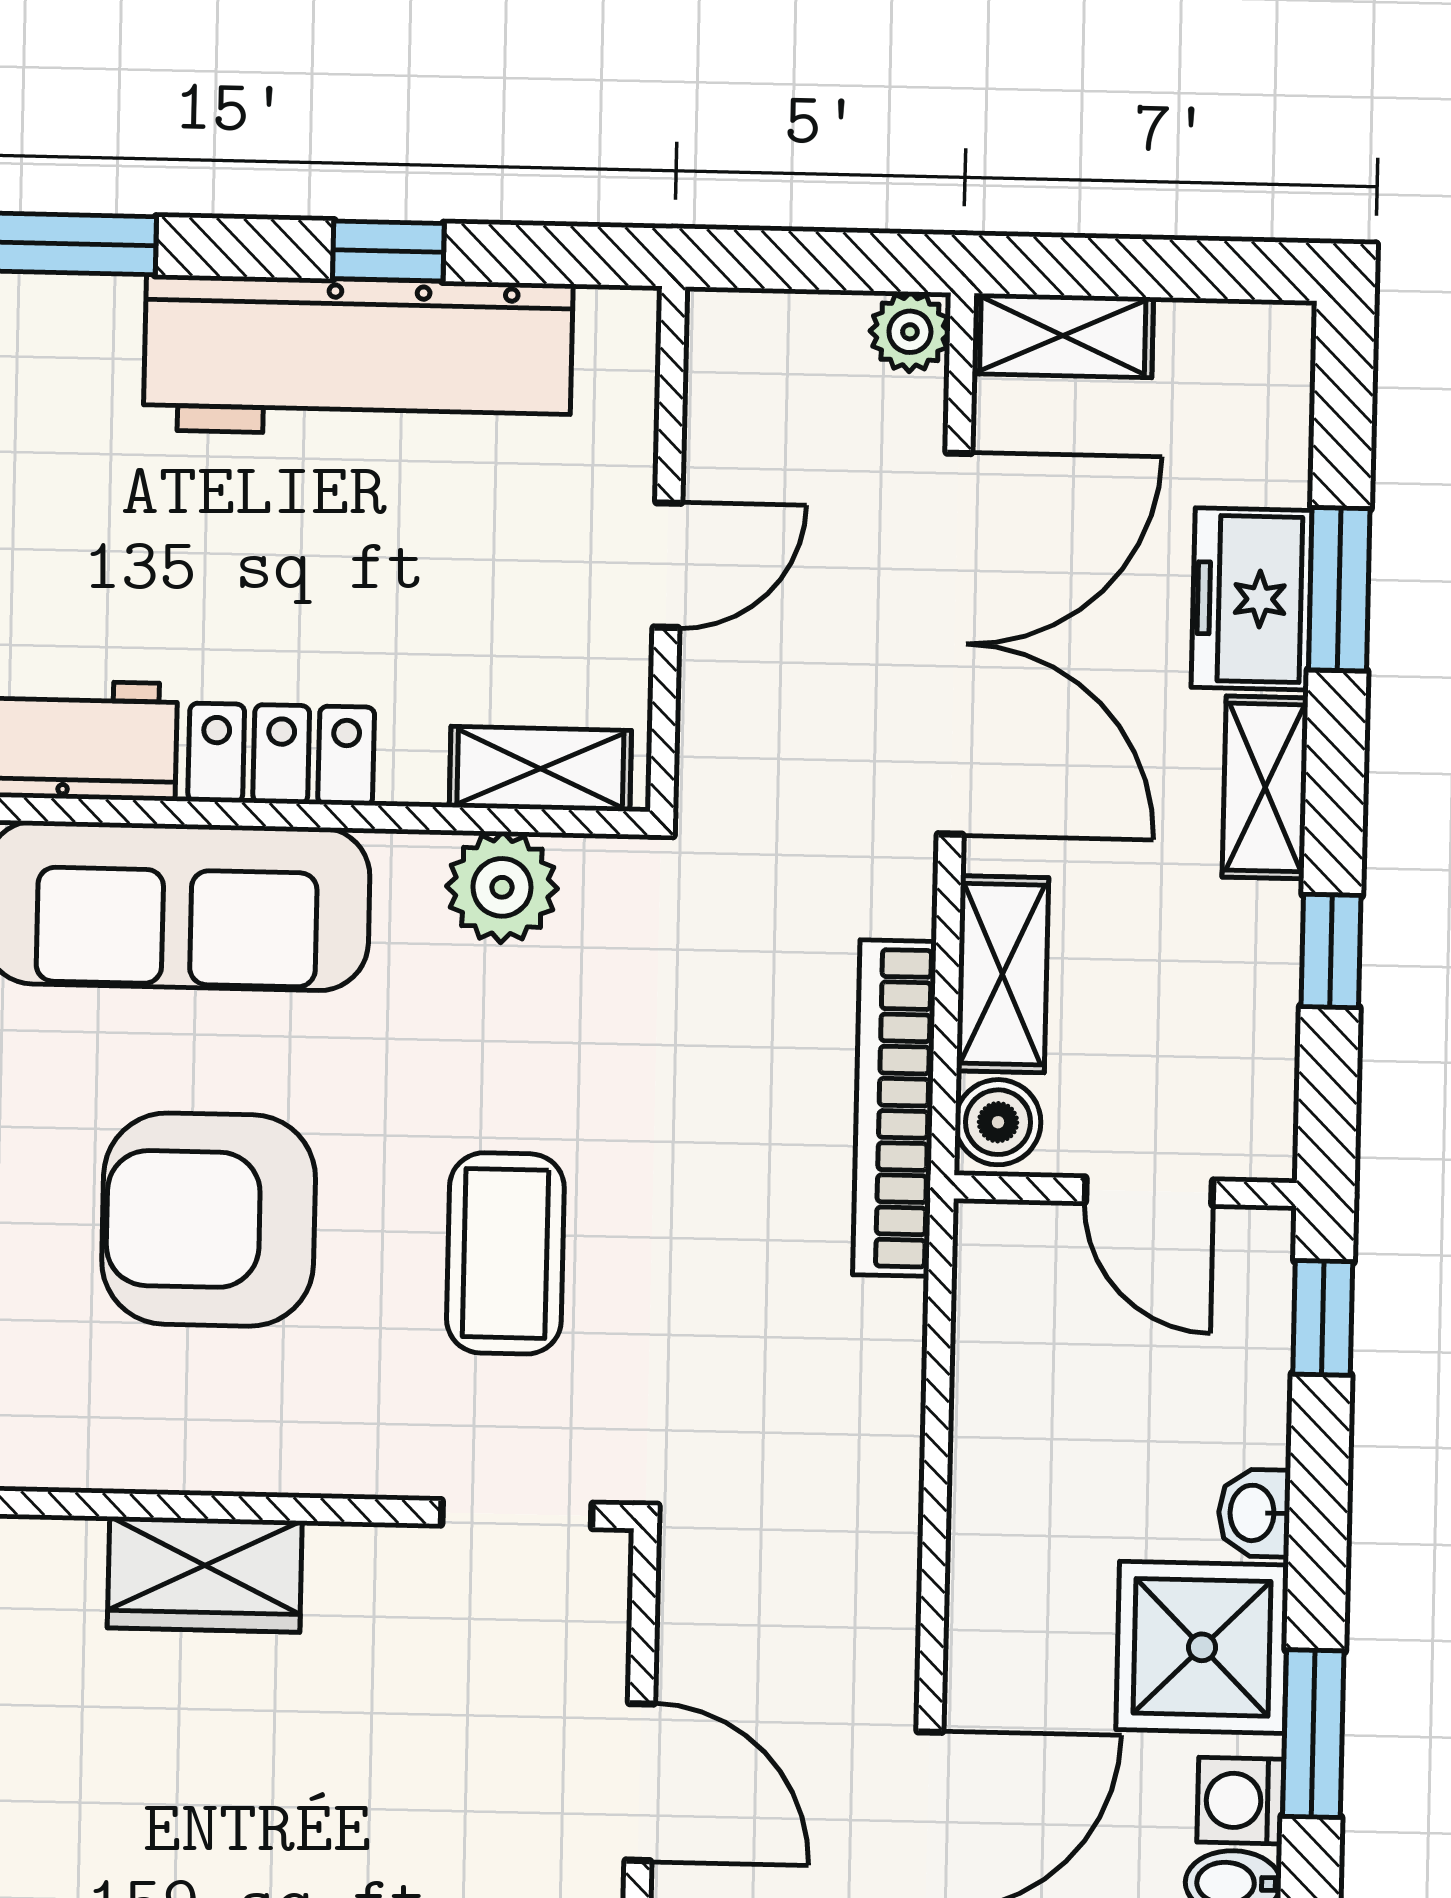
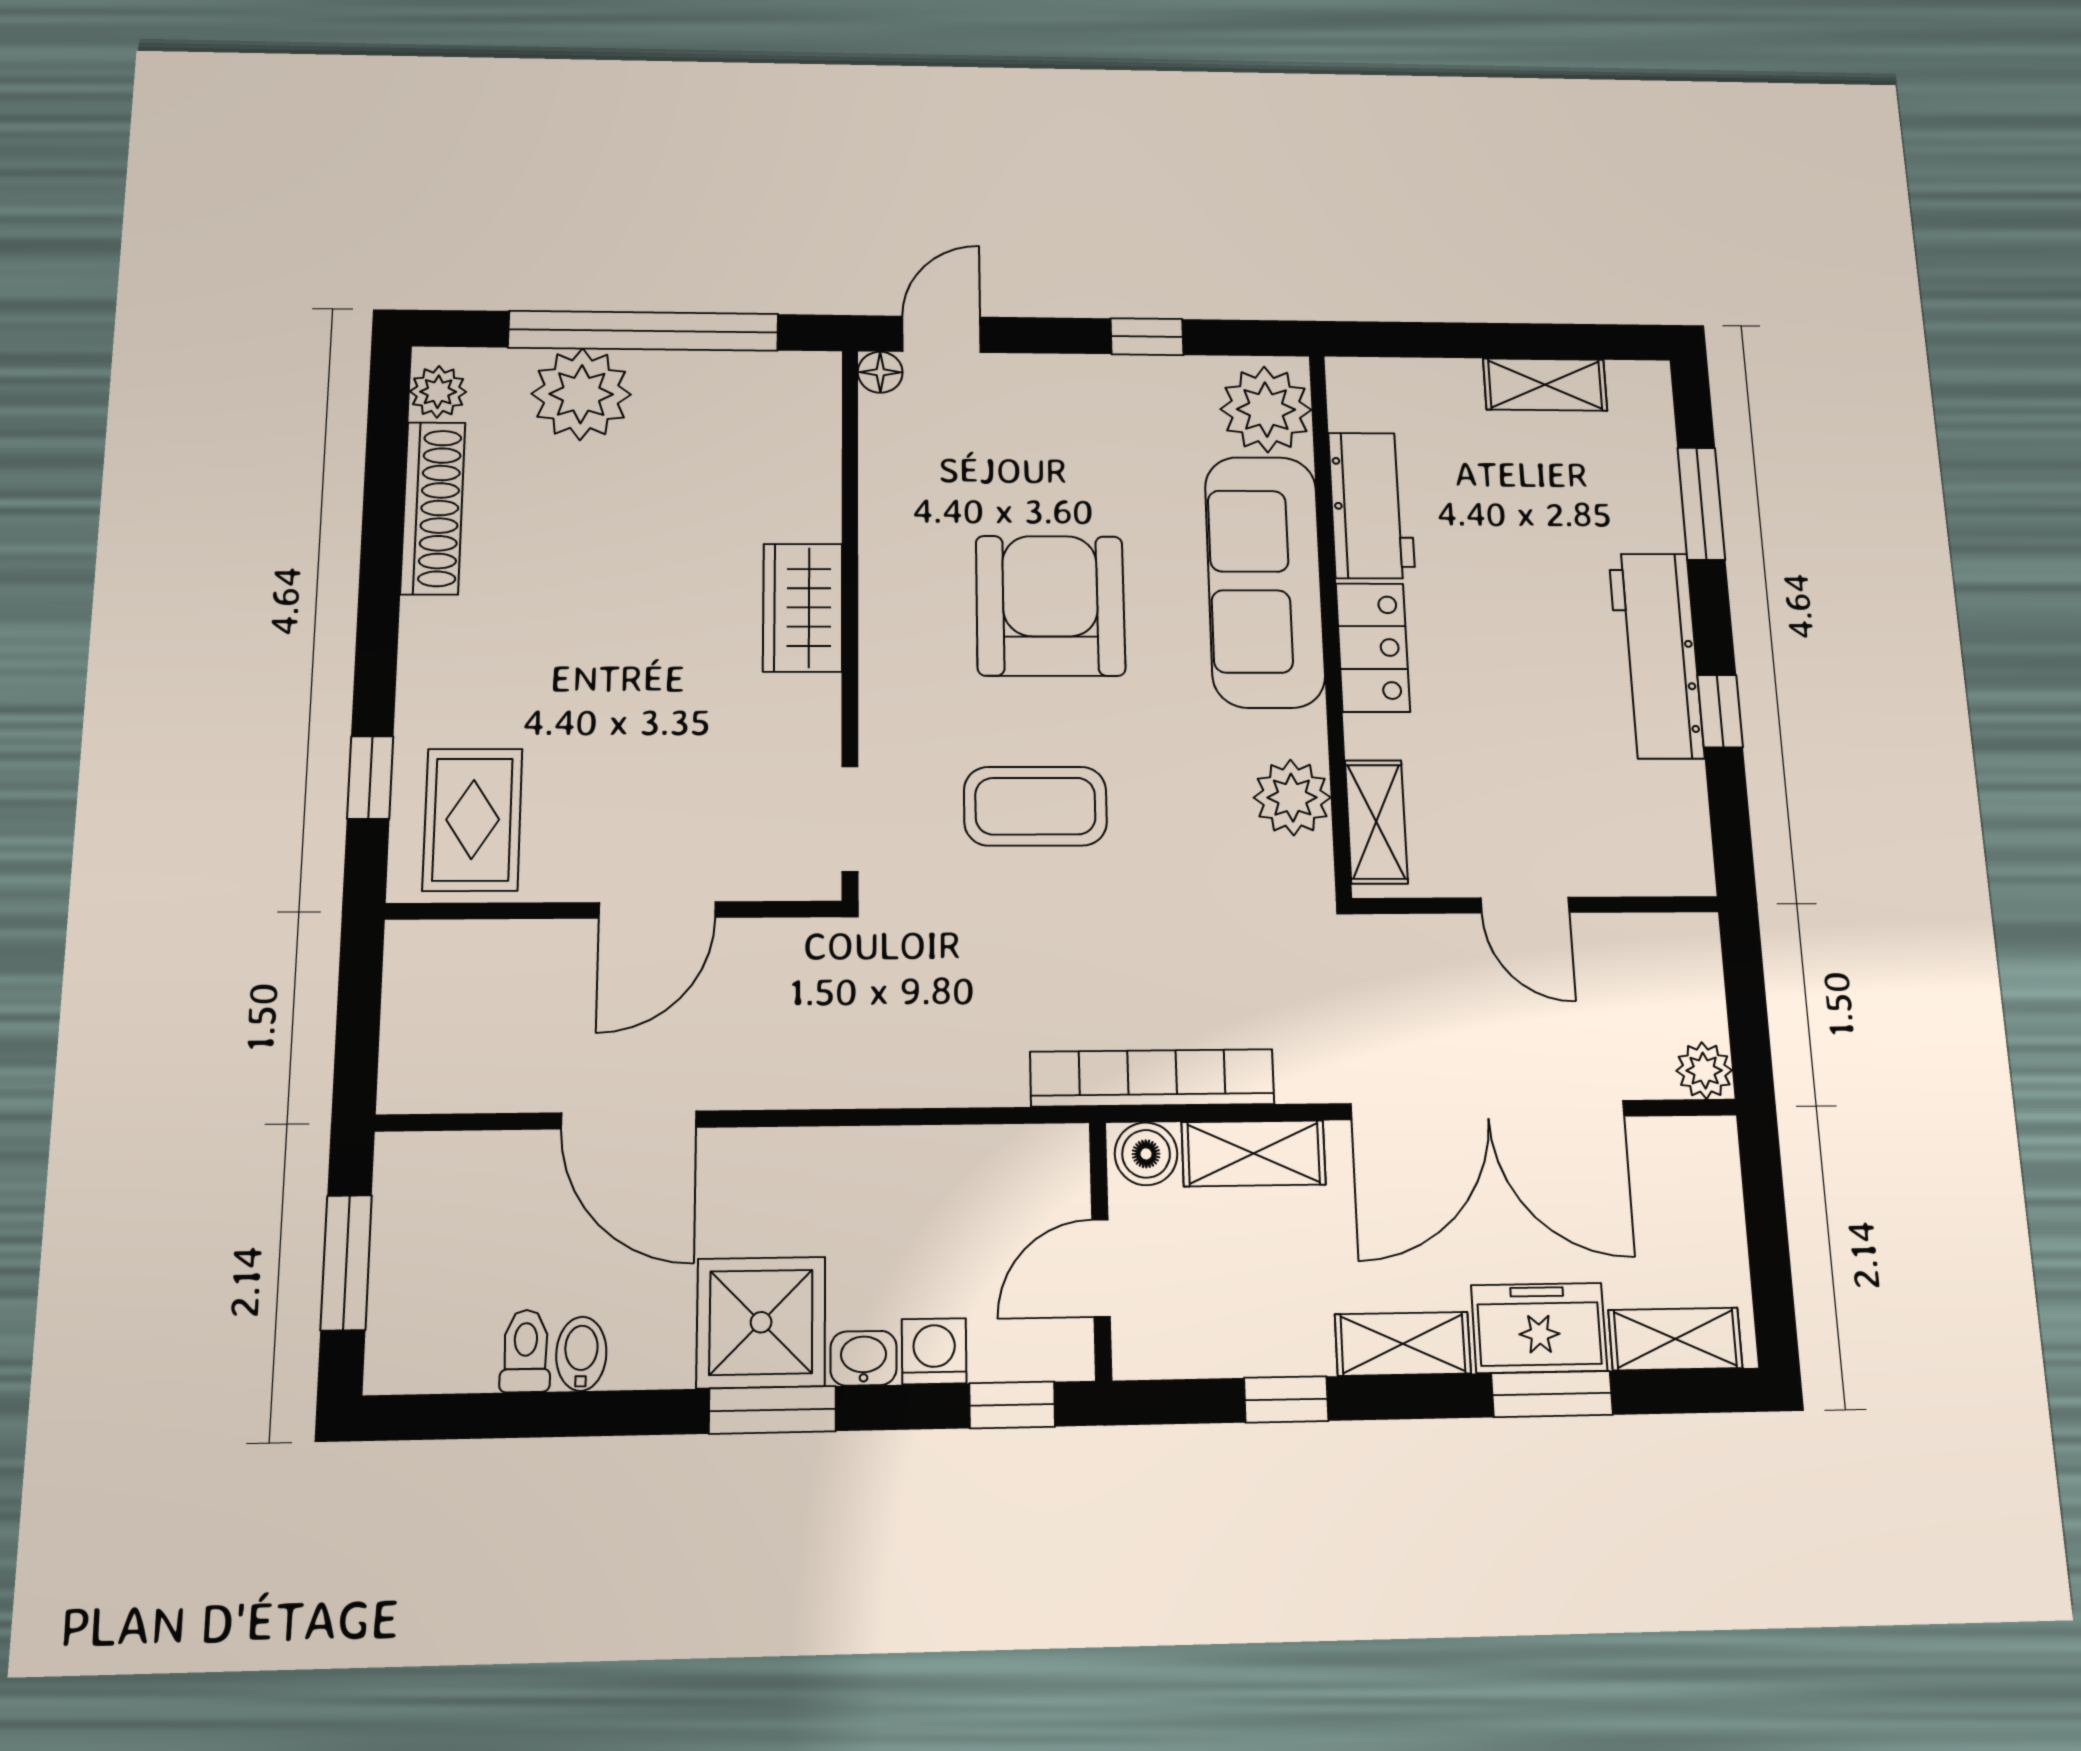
shelving: (1063, 336) -> (1675, 1339), moved, turned 90
workbench: (358, 357) -> (1656, 655), width x0.73, depth x0.76
window: (1313, 1734) -> (773, 1410), moved
washing machine: (1240, 1801) -> (934, 1351), moved

